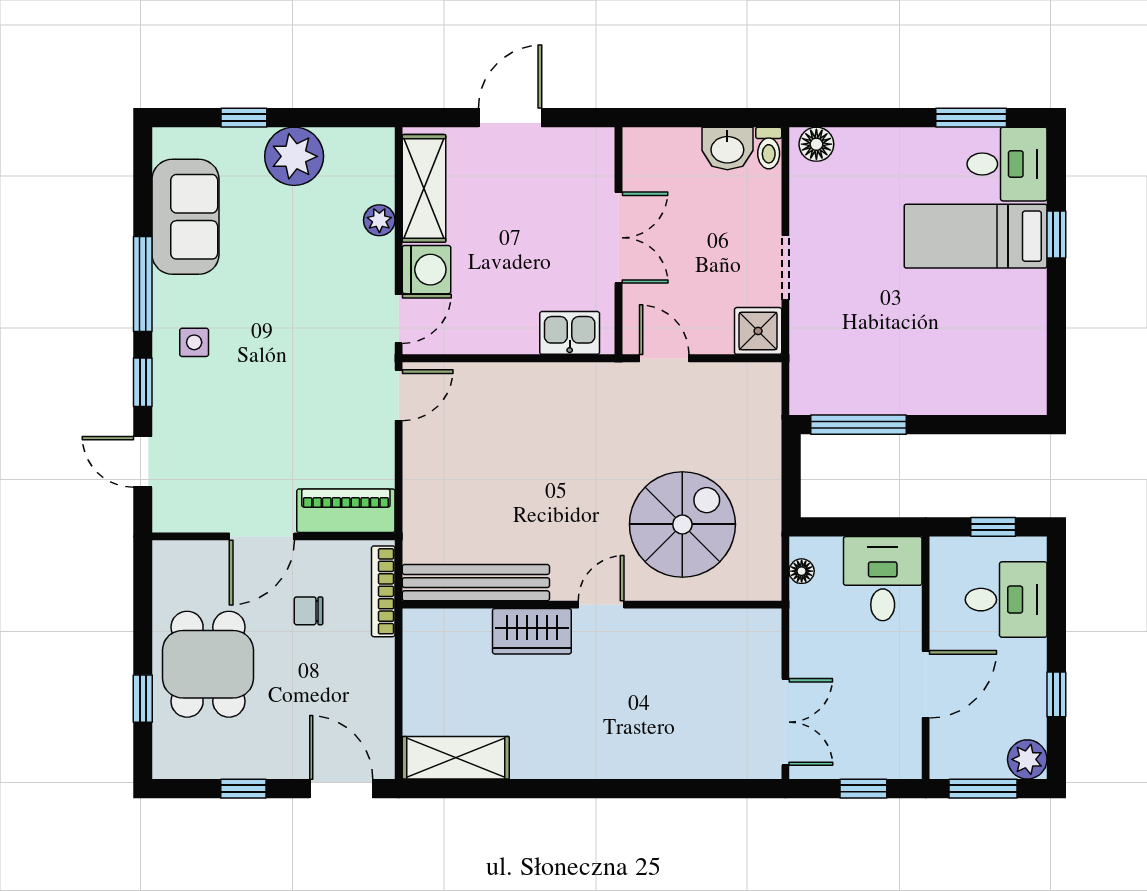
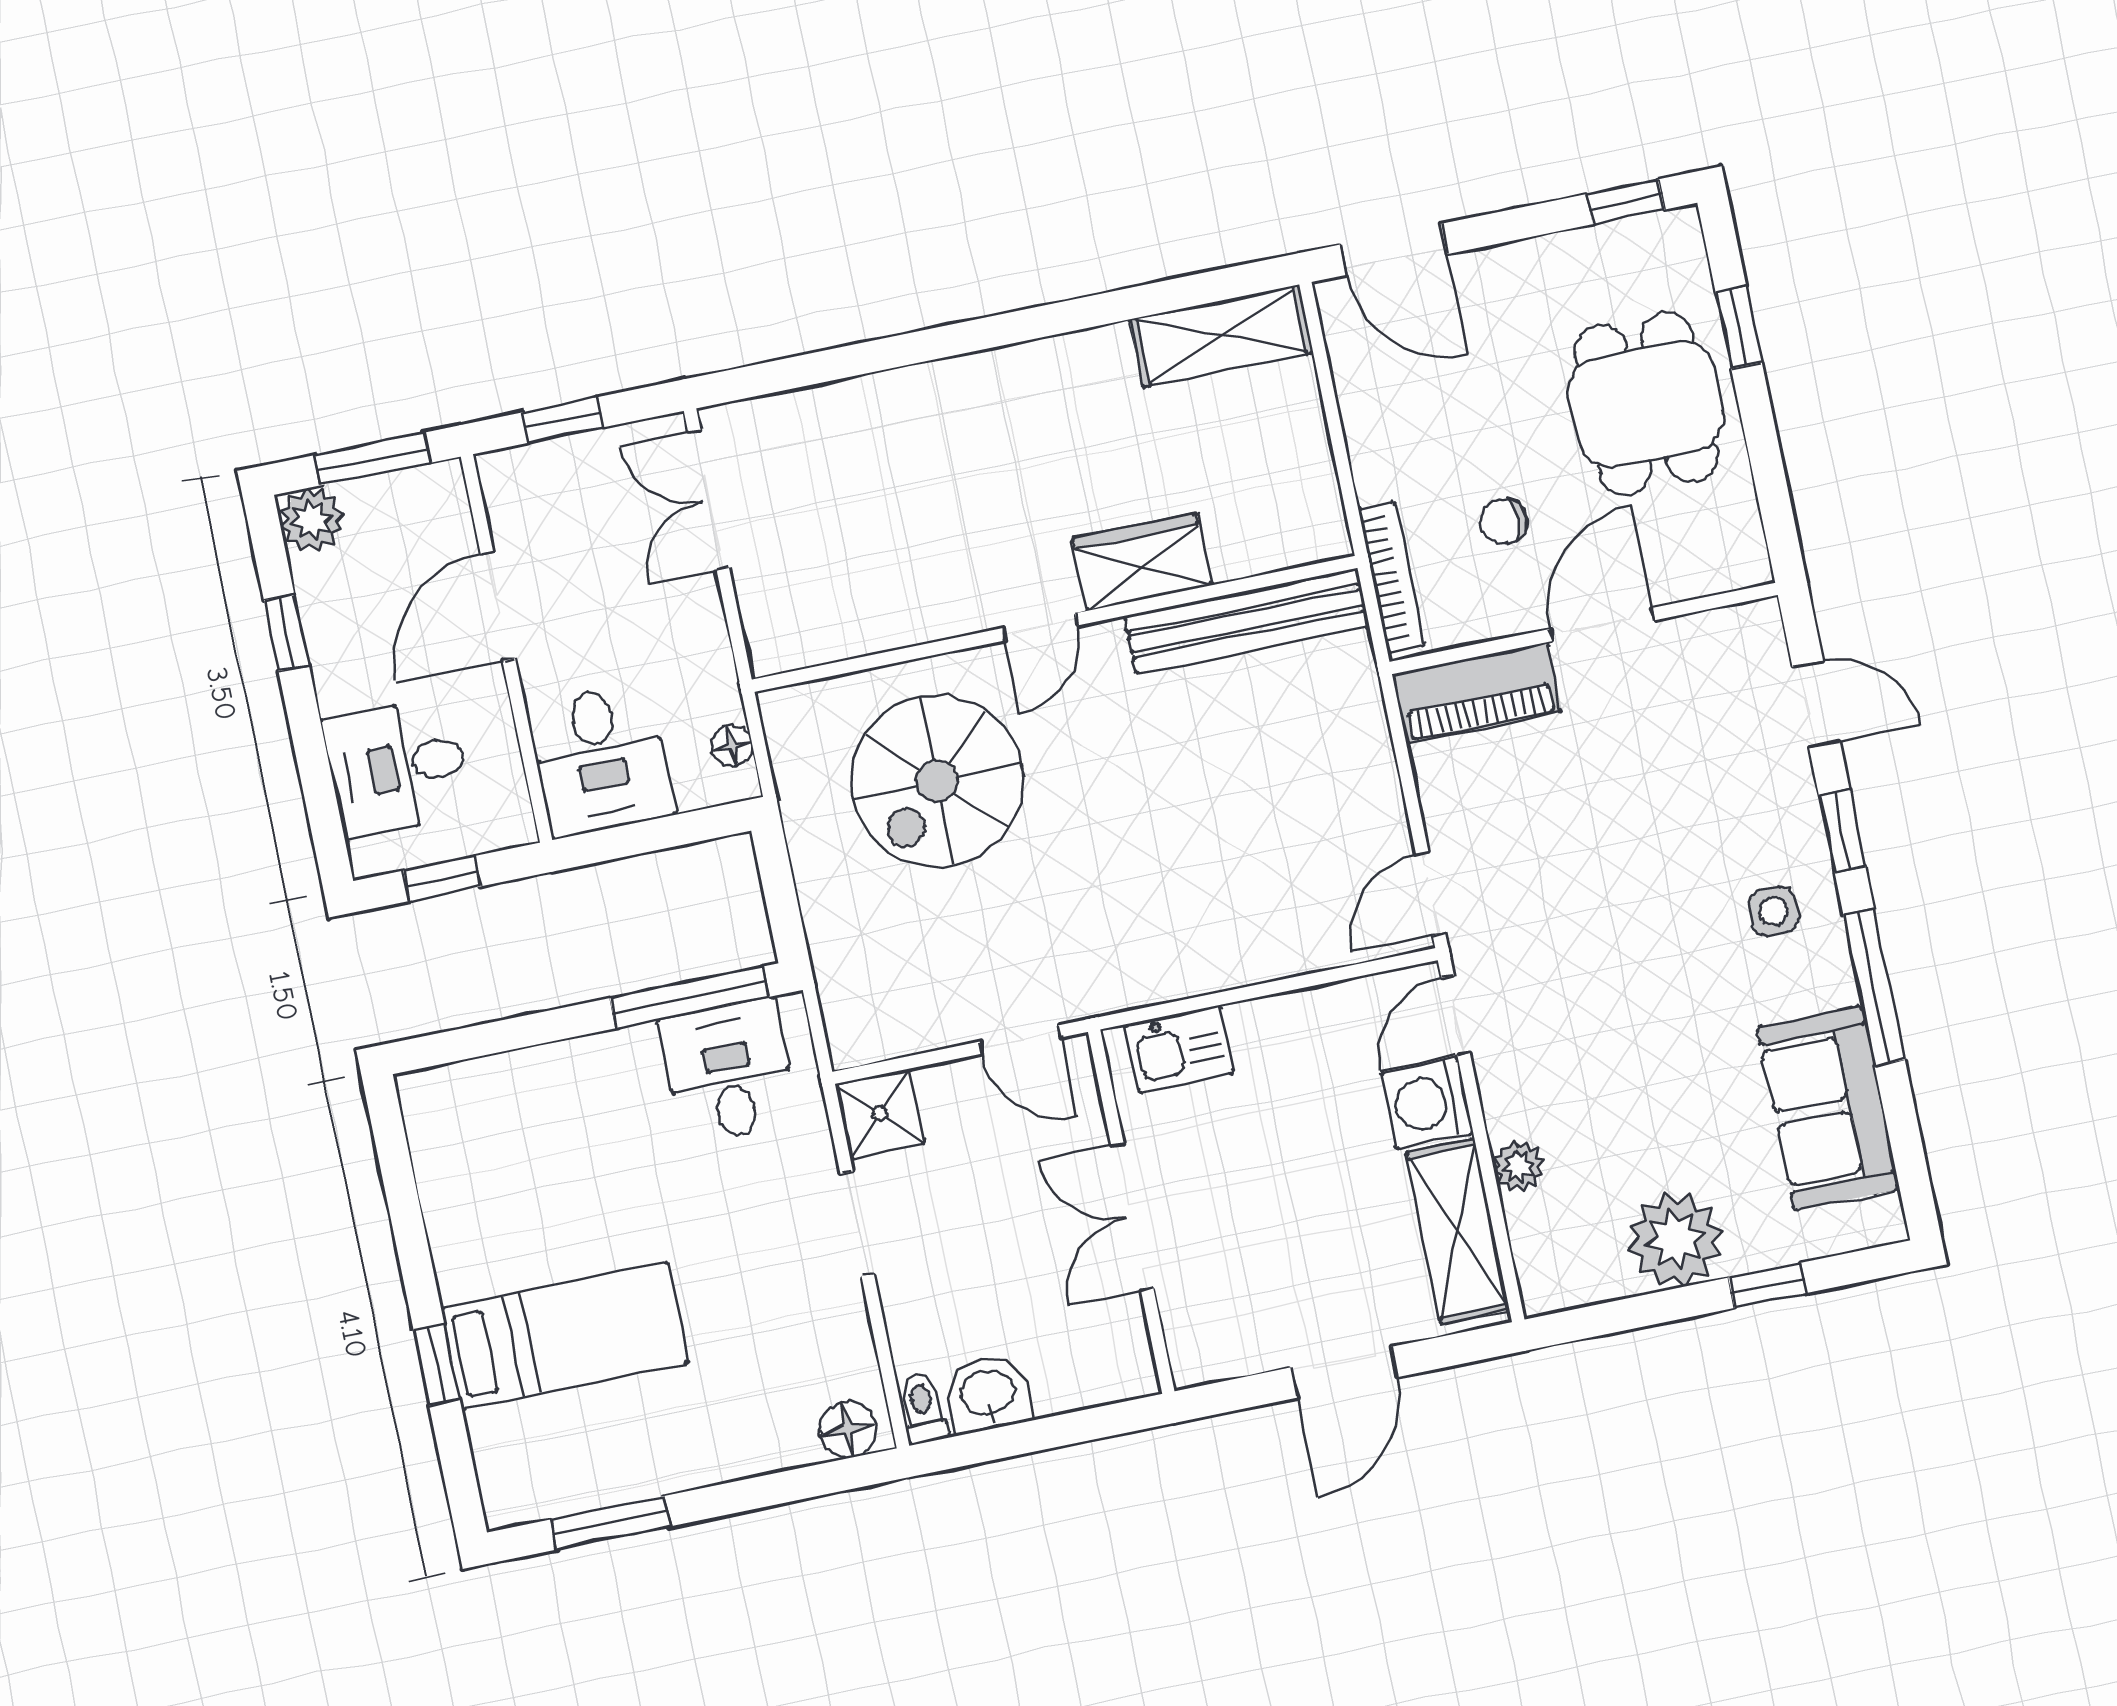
desk: (1007, 164) -> (729, 1071), moved, turned 90
chair: (308, 611) -> (1504, 521), turned 180
window: (243, 789) -> (1625, 202), moved

